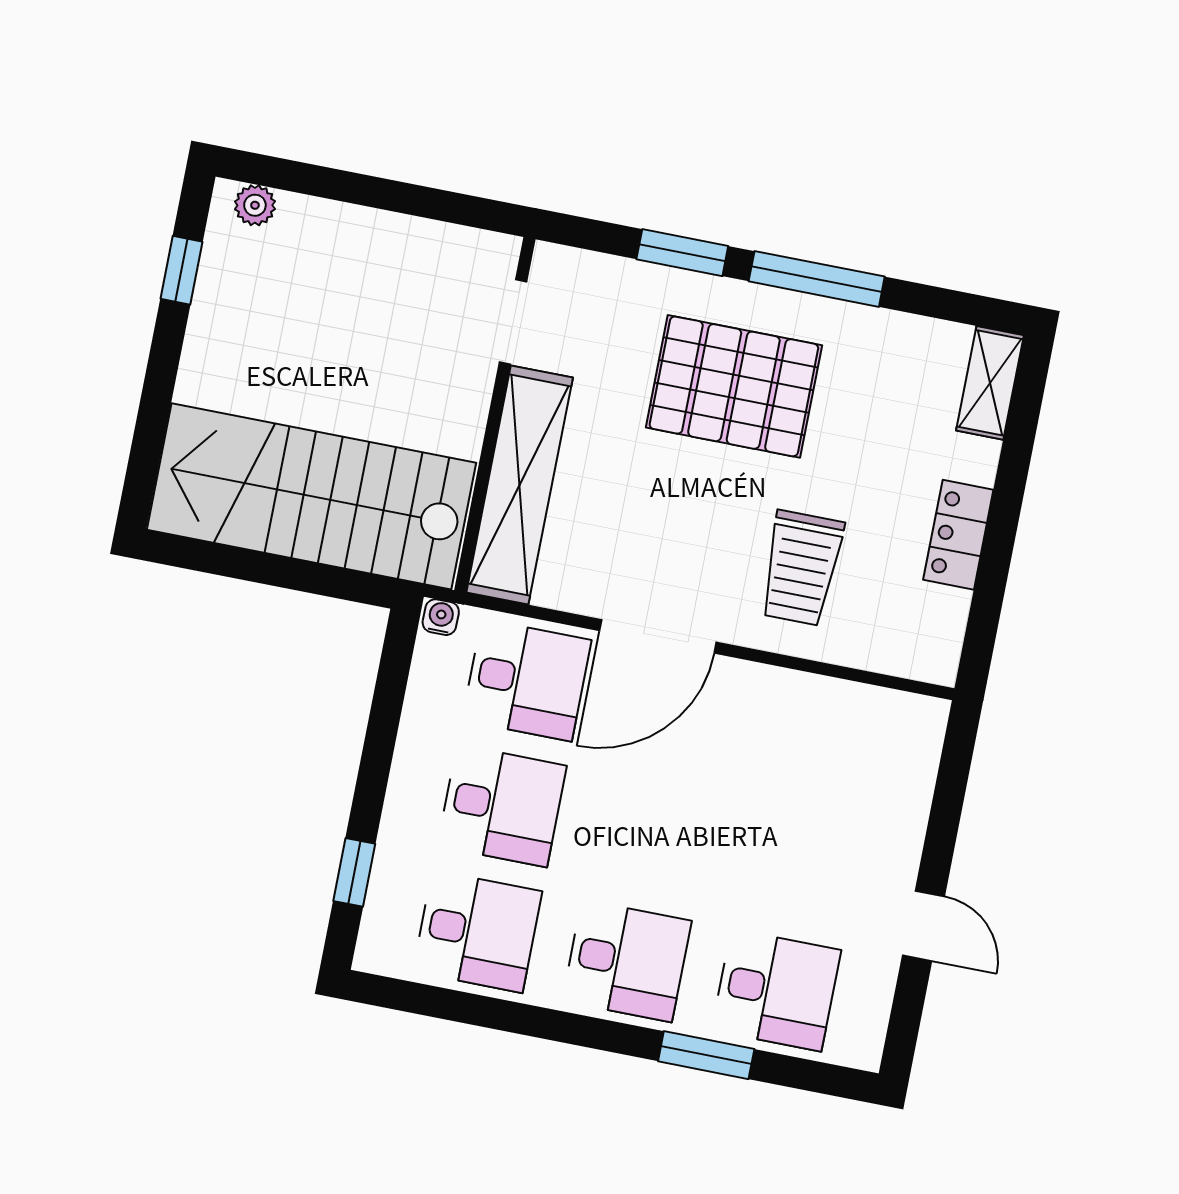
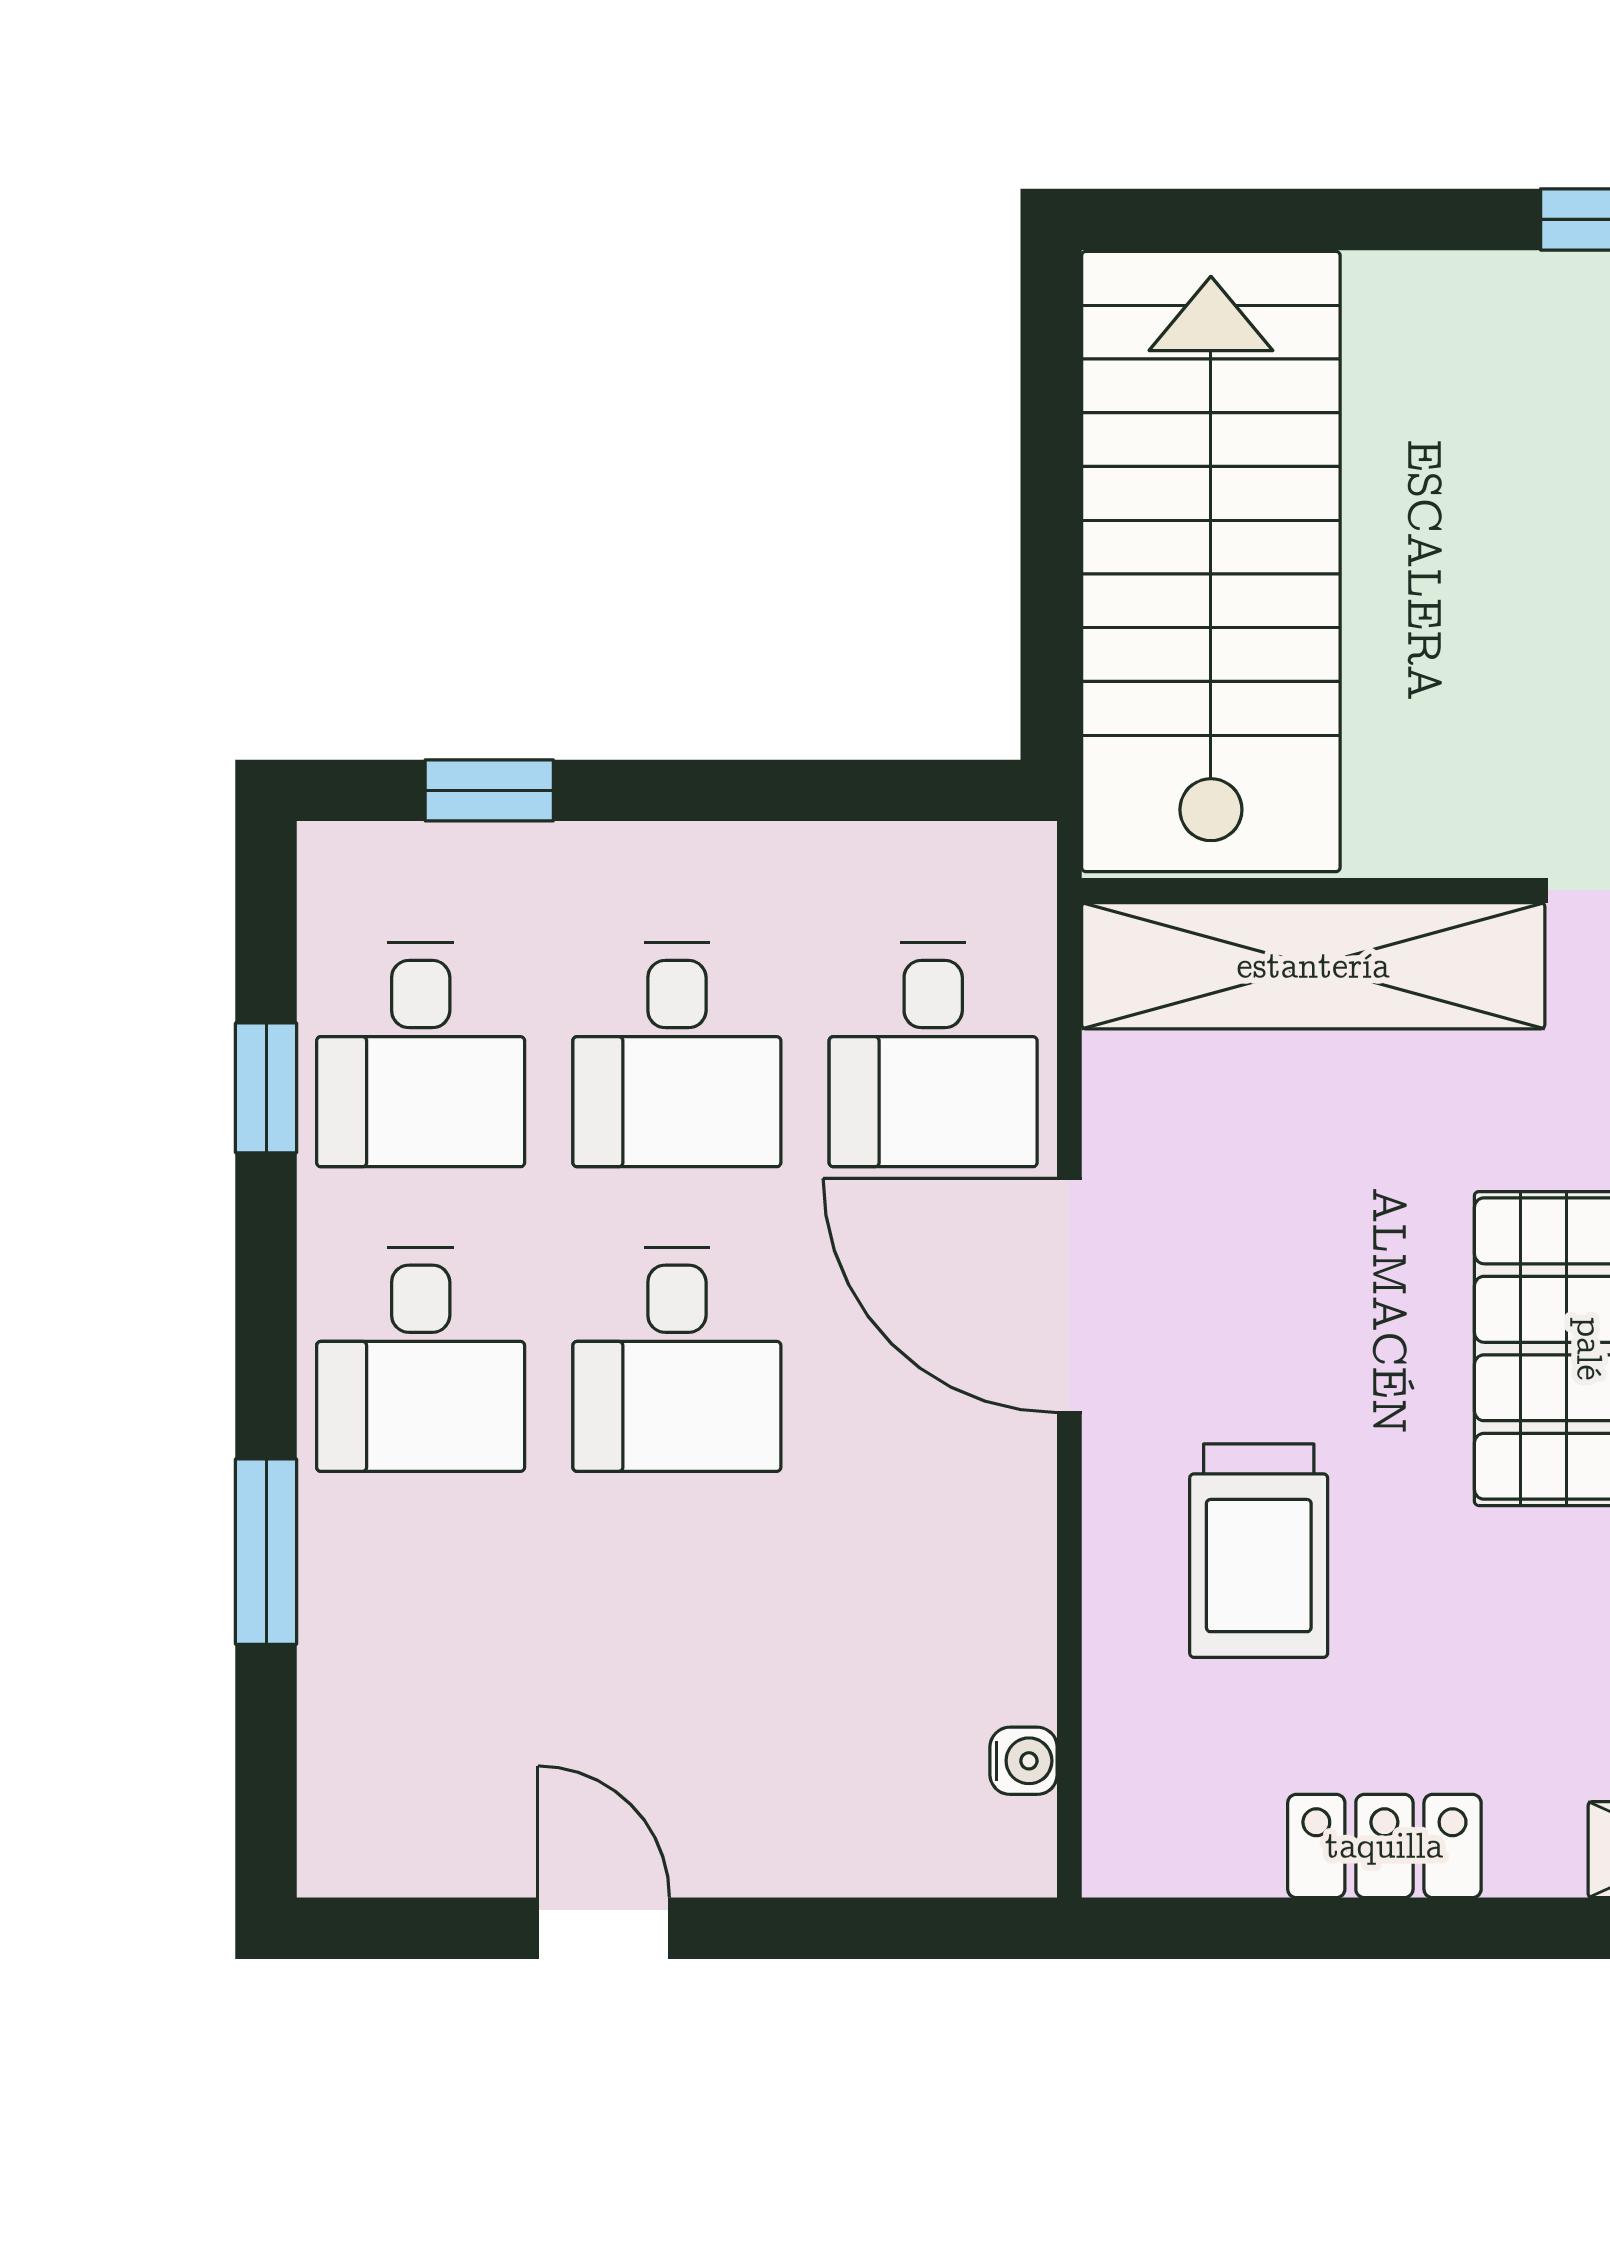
trolley: (801, 568) -> (1259, 1551), turned -90
water cooler: (441, 617) -> (1024, 1761), moved
door: (923, 926) -> (604, 1928), swing flipped
desk: (776, 990) -> (677, 1359), moved
window: (479, 1011) -> (266, 1088), added

